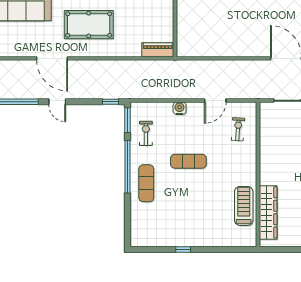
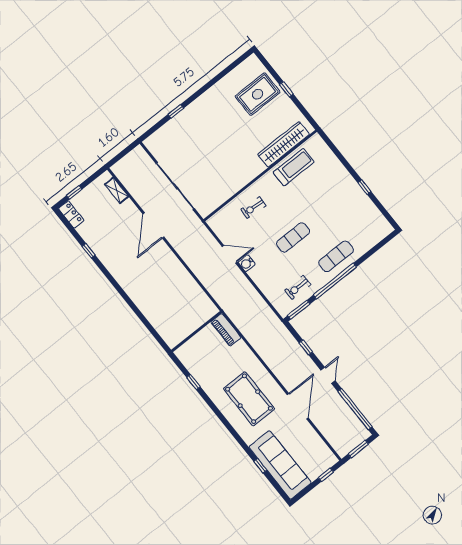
window: (110, 102) -> (306, 347), moved
water cooler: (180, 108) -> (247, 263), moved
exercise bike: (238, 129) -> (253, 207), moved
exercise mat: (188, 161) -> (293, 237), turned 90
treadmill: (244, 206) -> (294, 167), turned 180

